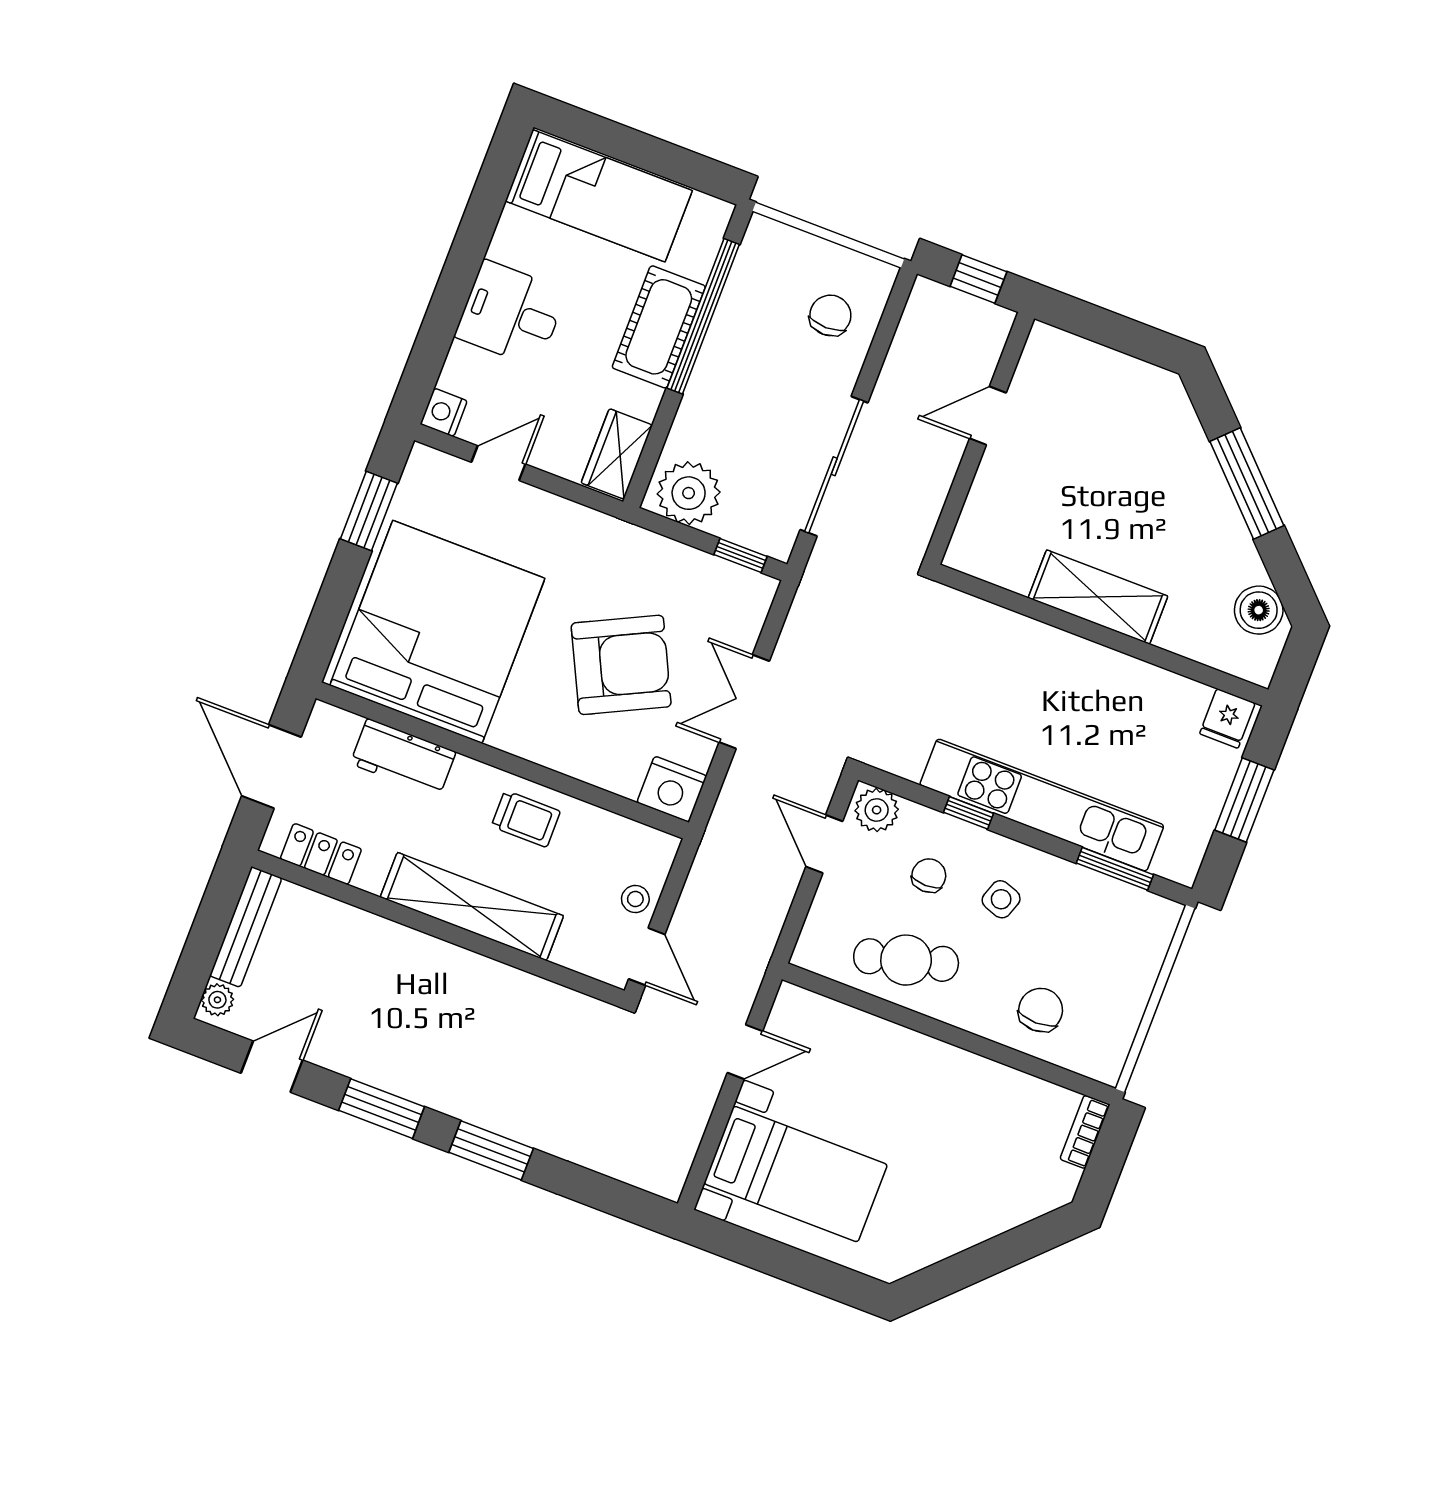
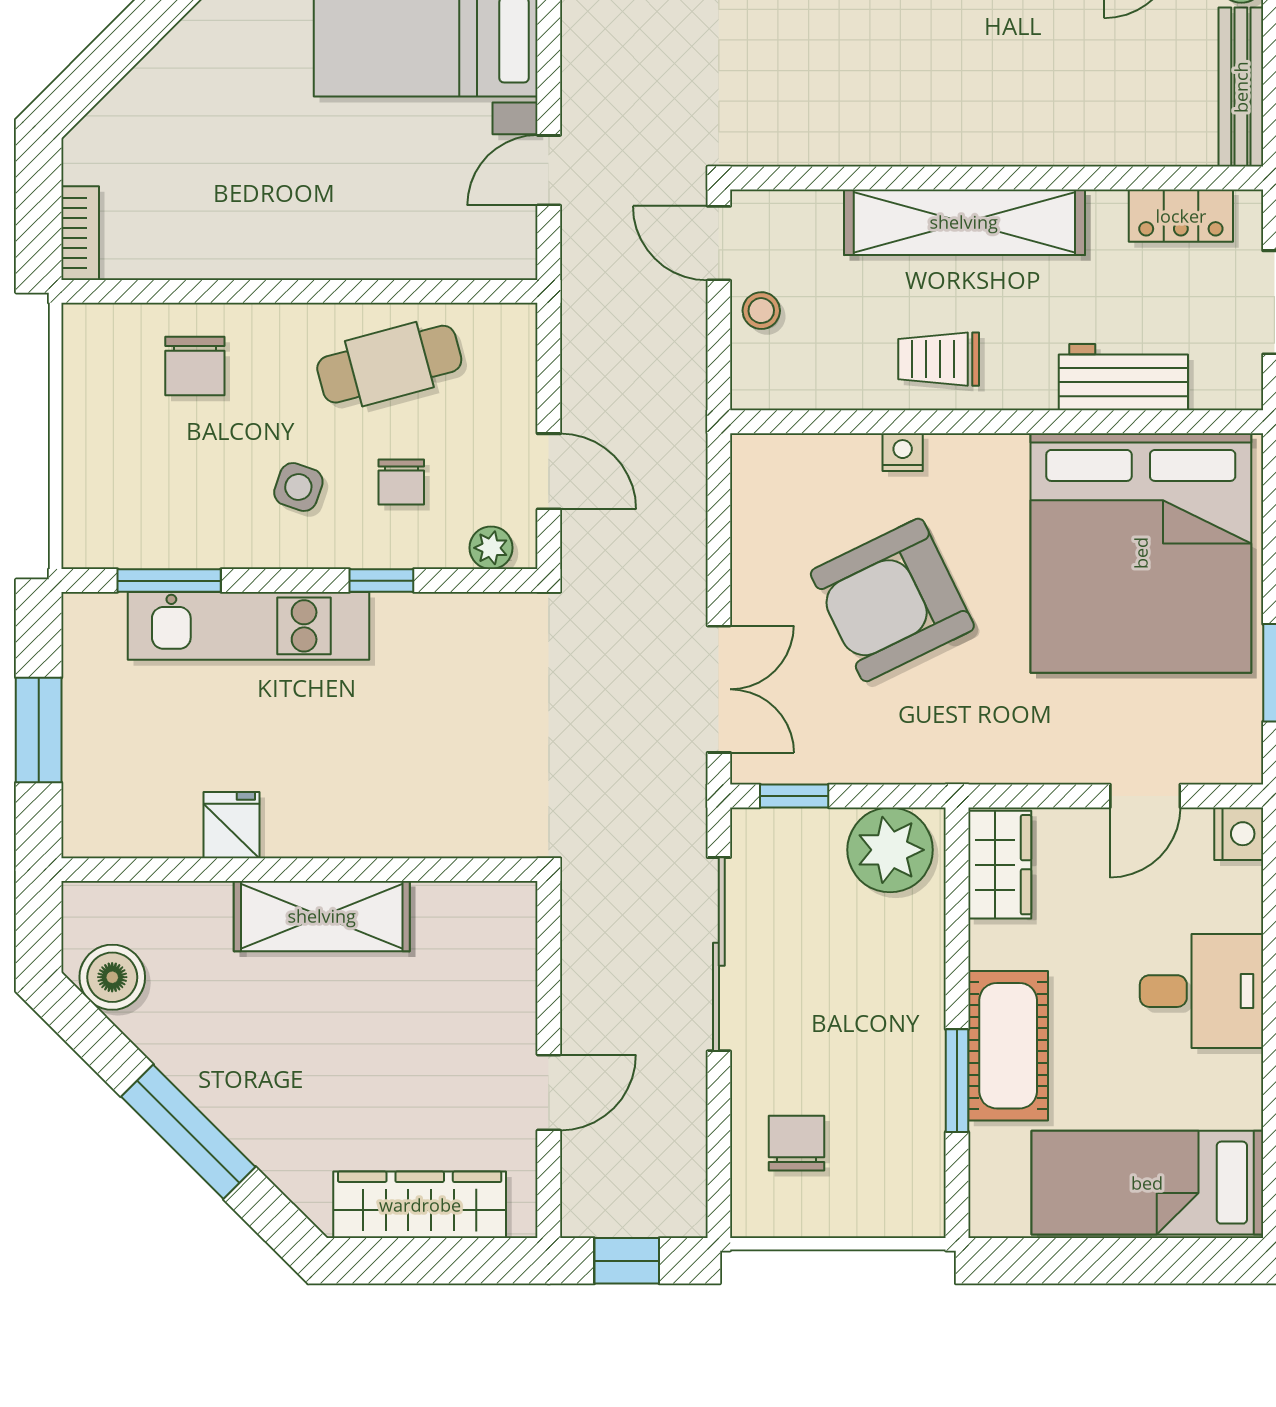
chair: (830, 315) -> (796, 1143), turned 180
window: (703, 316) -> (957, 1081), width x0.47
wardrobe: (1107, 372) -> (420, 1205), added
double door: (744, 702) -> (719, 689), moved
fridge: (1227, 718) -> (231, 825), moved
nightstand: (672, 789) -> (903, 452), moved, width x0.53, depth x0.56
kitchen unit: (1042, 805) -> (249, 626), width x0.73
plant: (877, 810) -> (491, 548), width x0.73, depth x0.73

